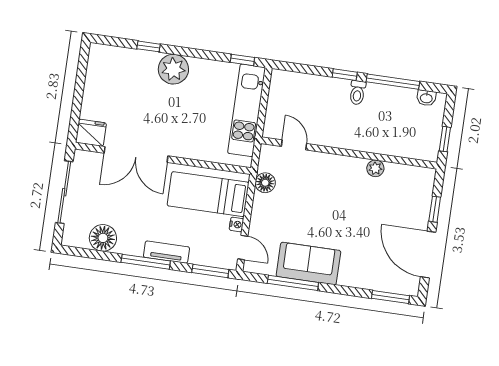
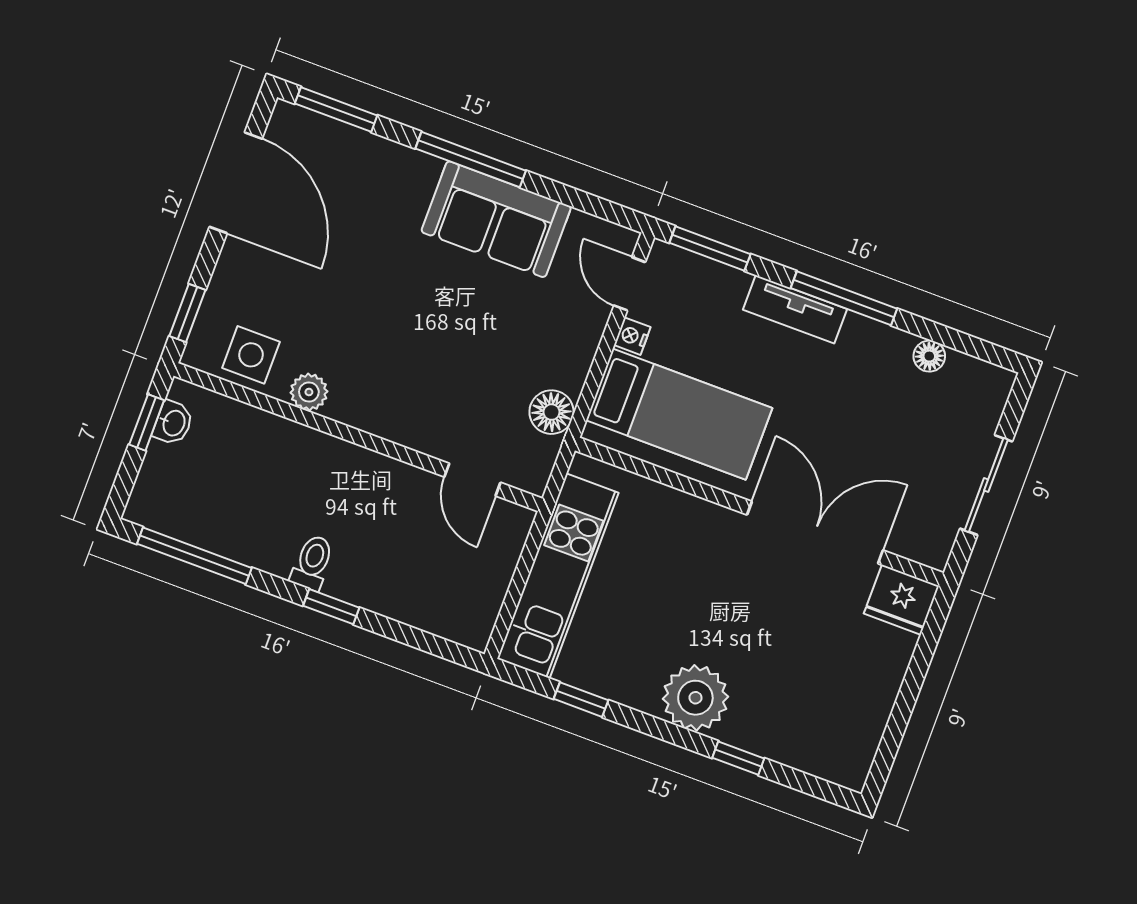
window: (242, 60) -> (581, 700), moved
window: (393, 82) -> (194, 556), moved
washbasin: (426, 98) -> (173, 423), moved, turned 90
side table: (405, 179) -> (251, 355), added
sliding door: (64, 192) -> (986, 485), width x0.73
window: (435, 209) -> (187, 313), moved
floor lamp: (103, 238) -> (929, 356), width x0.53, depth x0.53
window: (293, 283) -> (471, 160), moved

